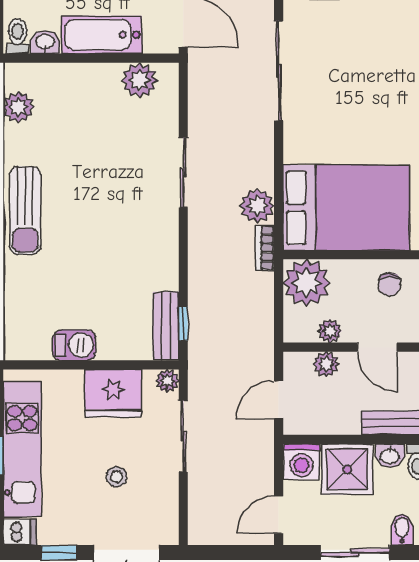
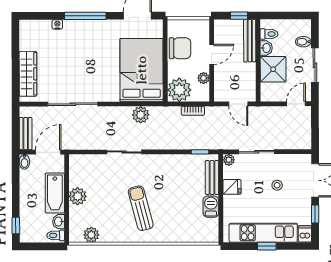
plant: (140, 80) -> (78, 196), moved
sun lounger: (25, 210) -> (141, 208), moved, turned -105
bookcase: (265, 248) -> (193, 111), moved
chair: (389, 284) -> (180, 48), width x1.87, depth x1.87
bench: (166, 326) -> (212, 177), moved, turned 90
plant: (326, 364) -> (220, 80), removed
fridge: (113, 393) -> (232, 187), width x0.53, depth x0.75
washing machine: (302, 462) -> (269, 92), removed
door: (279, 515) -> (296, 104), swing flipped

